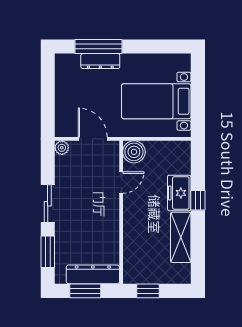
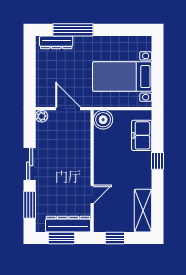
dresser: (100, 61) -> (56, 42), moved
door: (121, 183) -> (92, 194), moved
freezer: (179, 193) -> (142, 135), moved
shelving: (181, 237) -> (143, 211), moved

